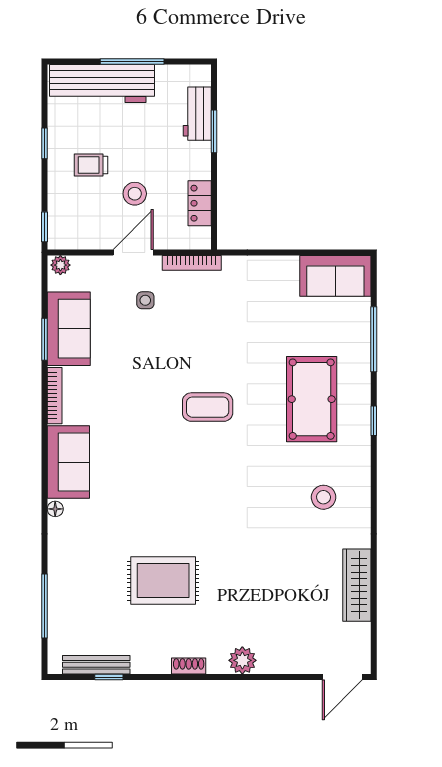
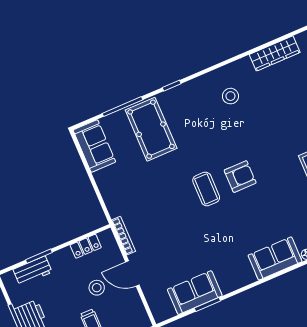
plant: (60, 265) -> (159, 314), removed
side table: (145, 300) -> (158, 254), removed
bookcase: (55, 396) -> (239, 284), removed
pool table: (312, 399) -> (151, 129), moved, turned 90
armchair: (205, 462) -> (240, 177), added

